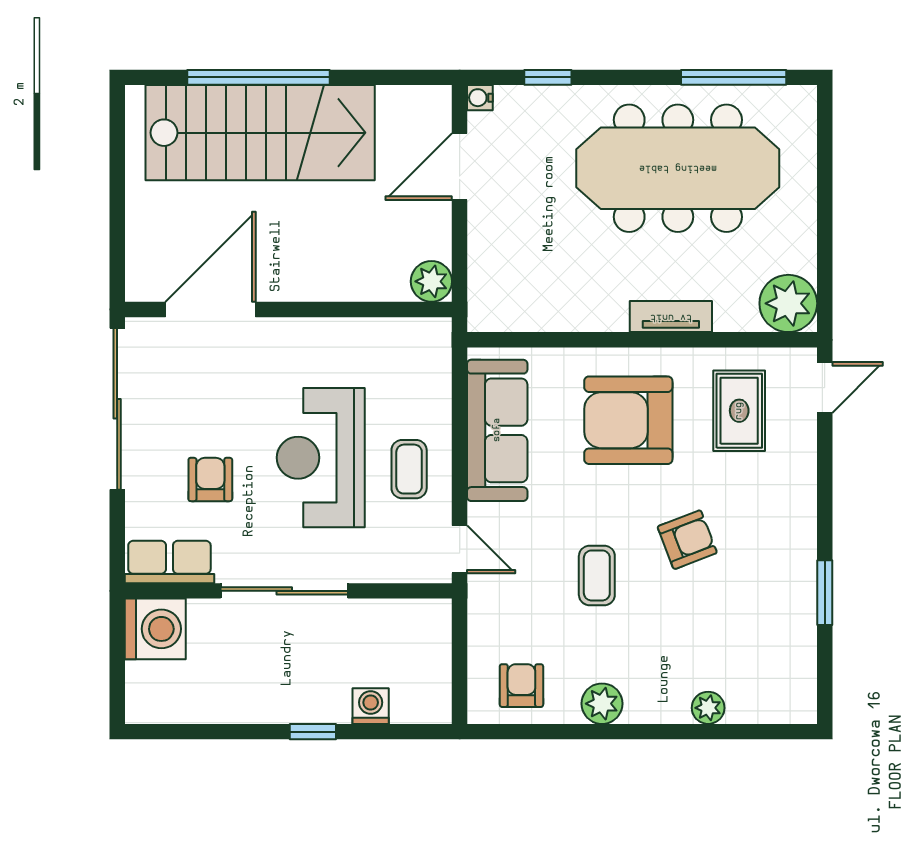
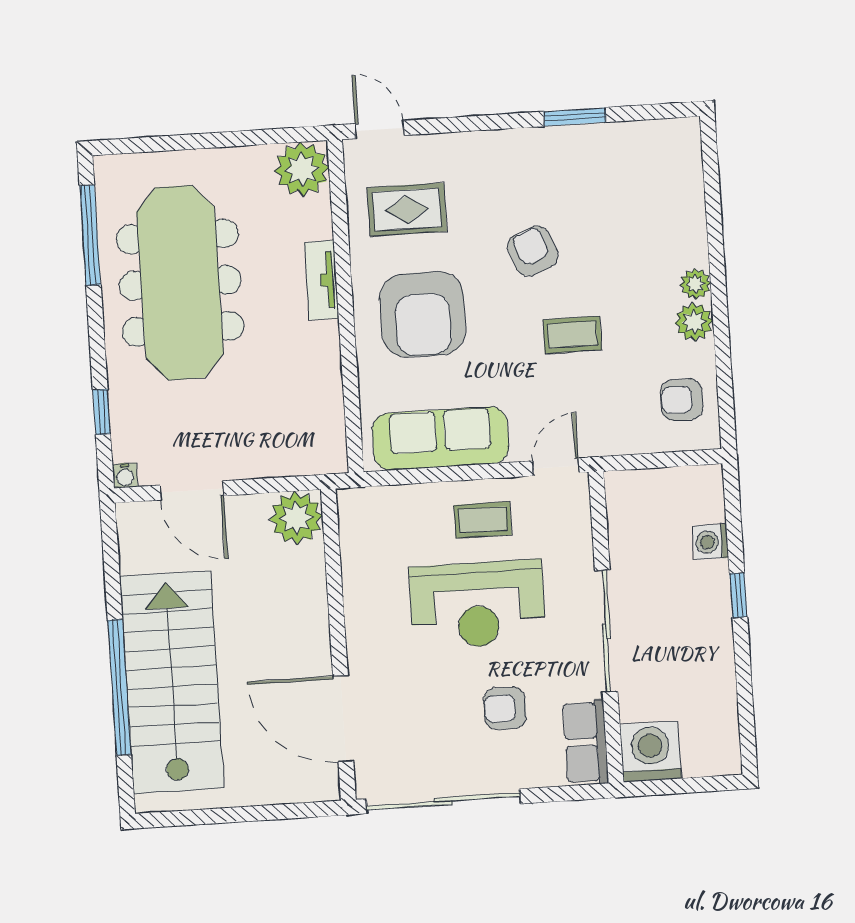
plant: (431, 281) -> (296, 518), width x1.36, depth x1.36
plant: (708, 708) -> (696, 284), moved

